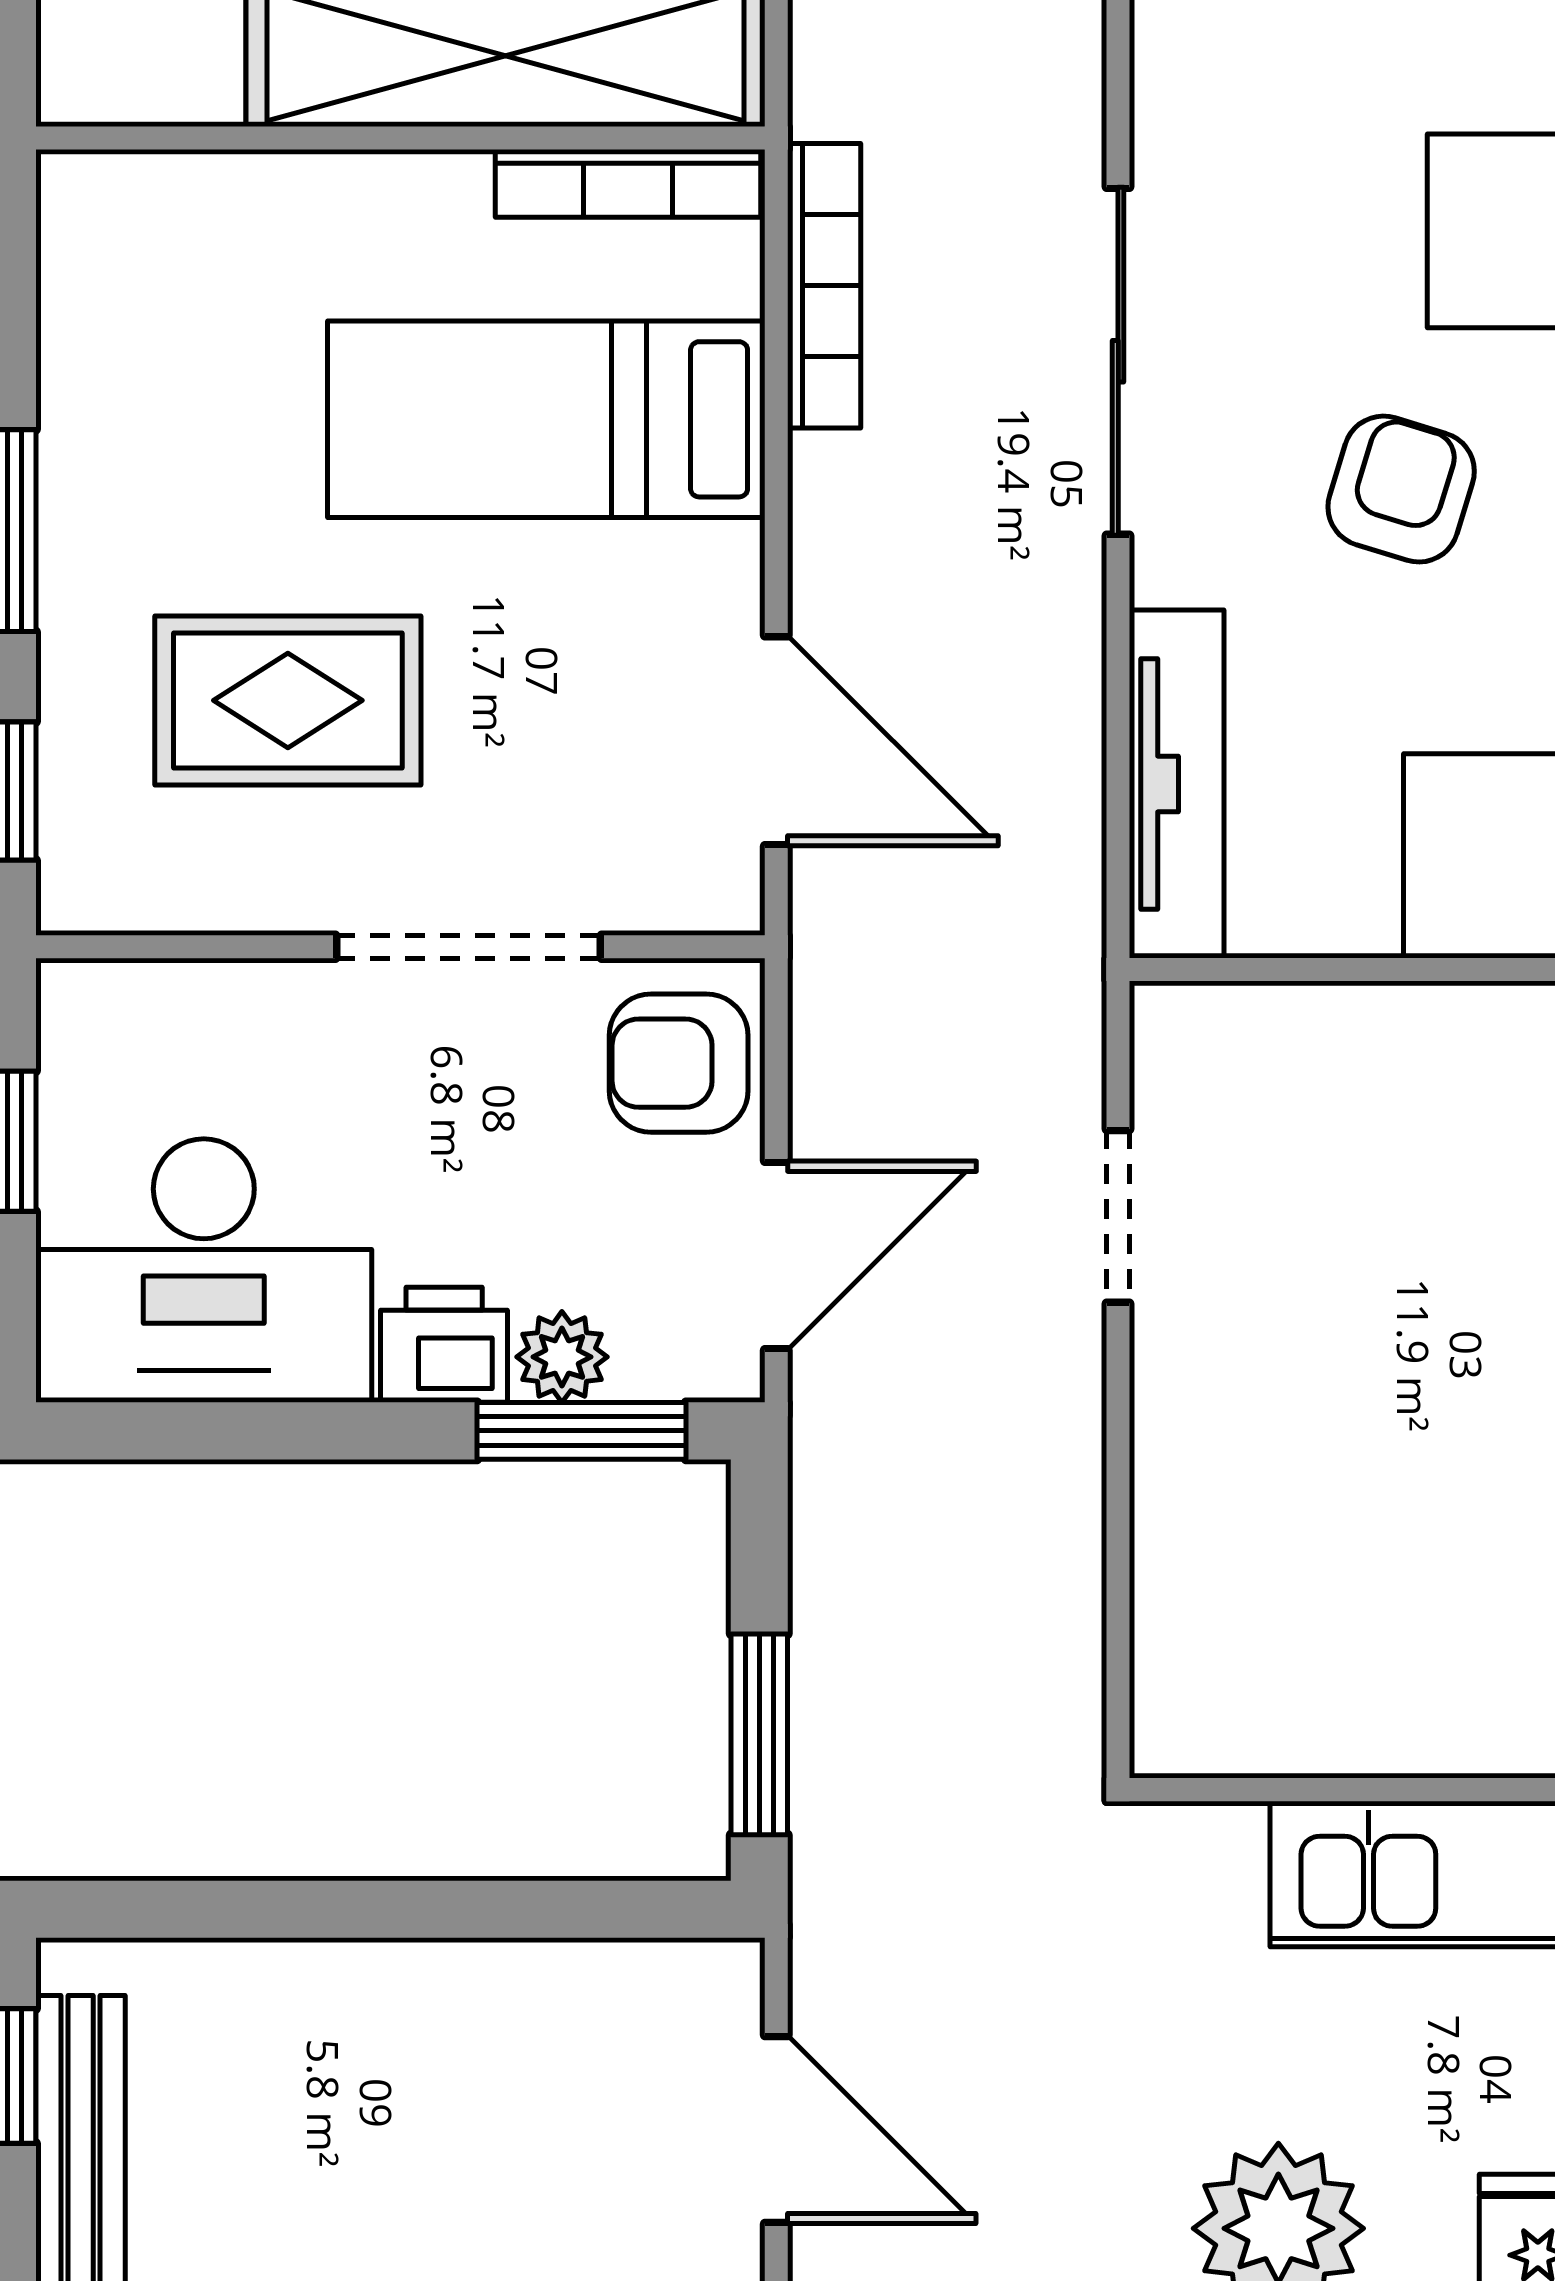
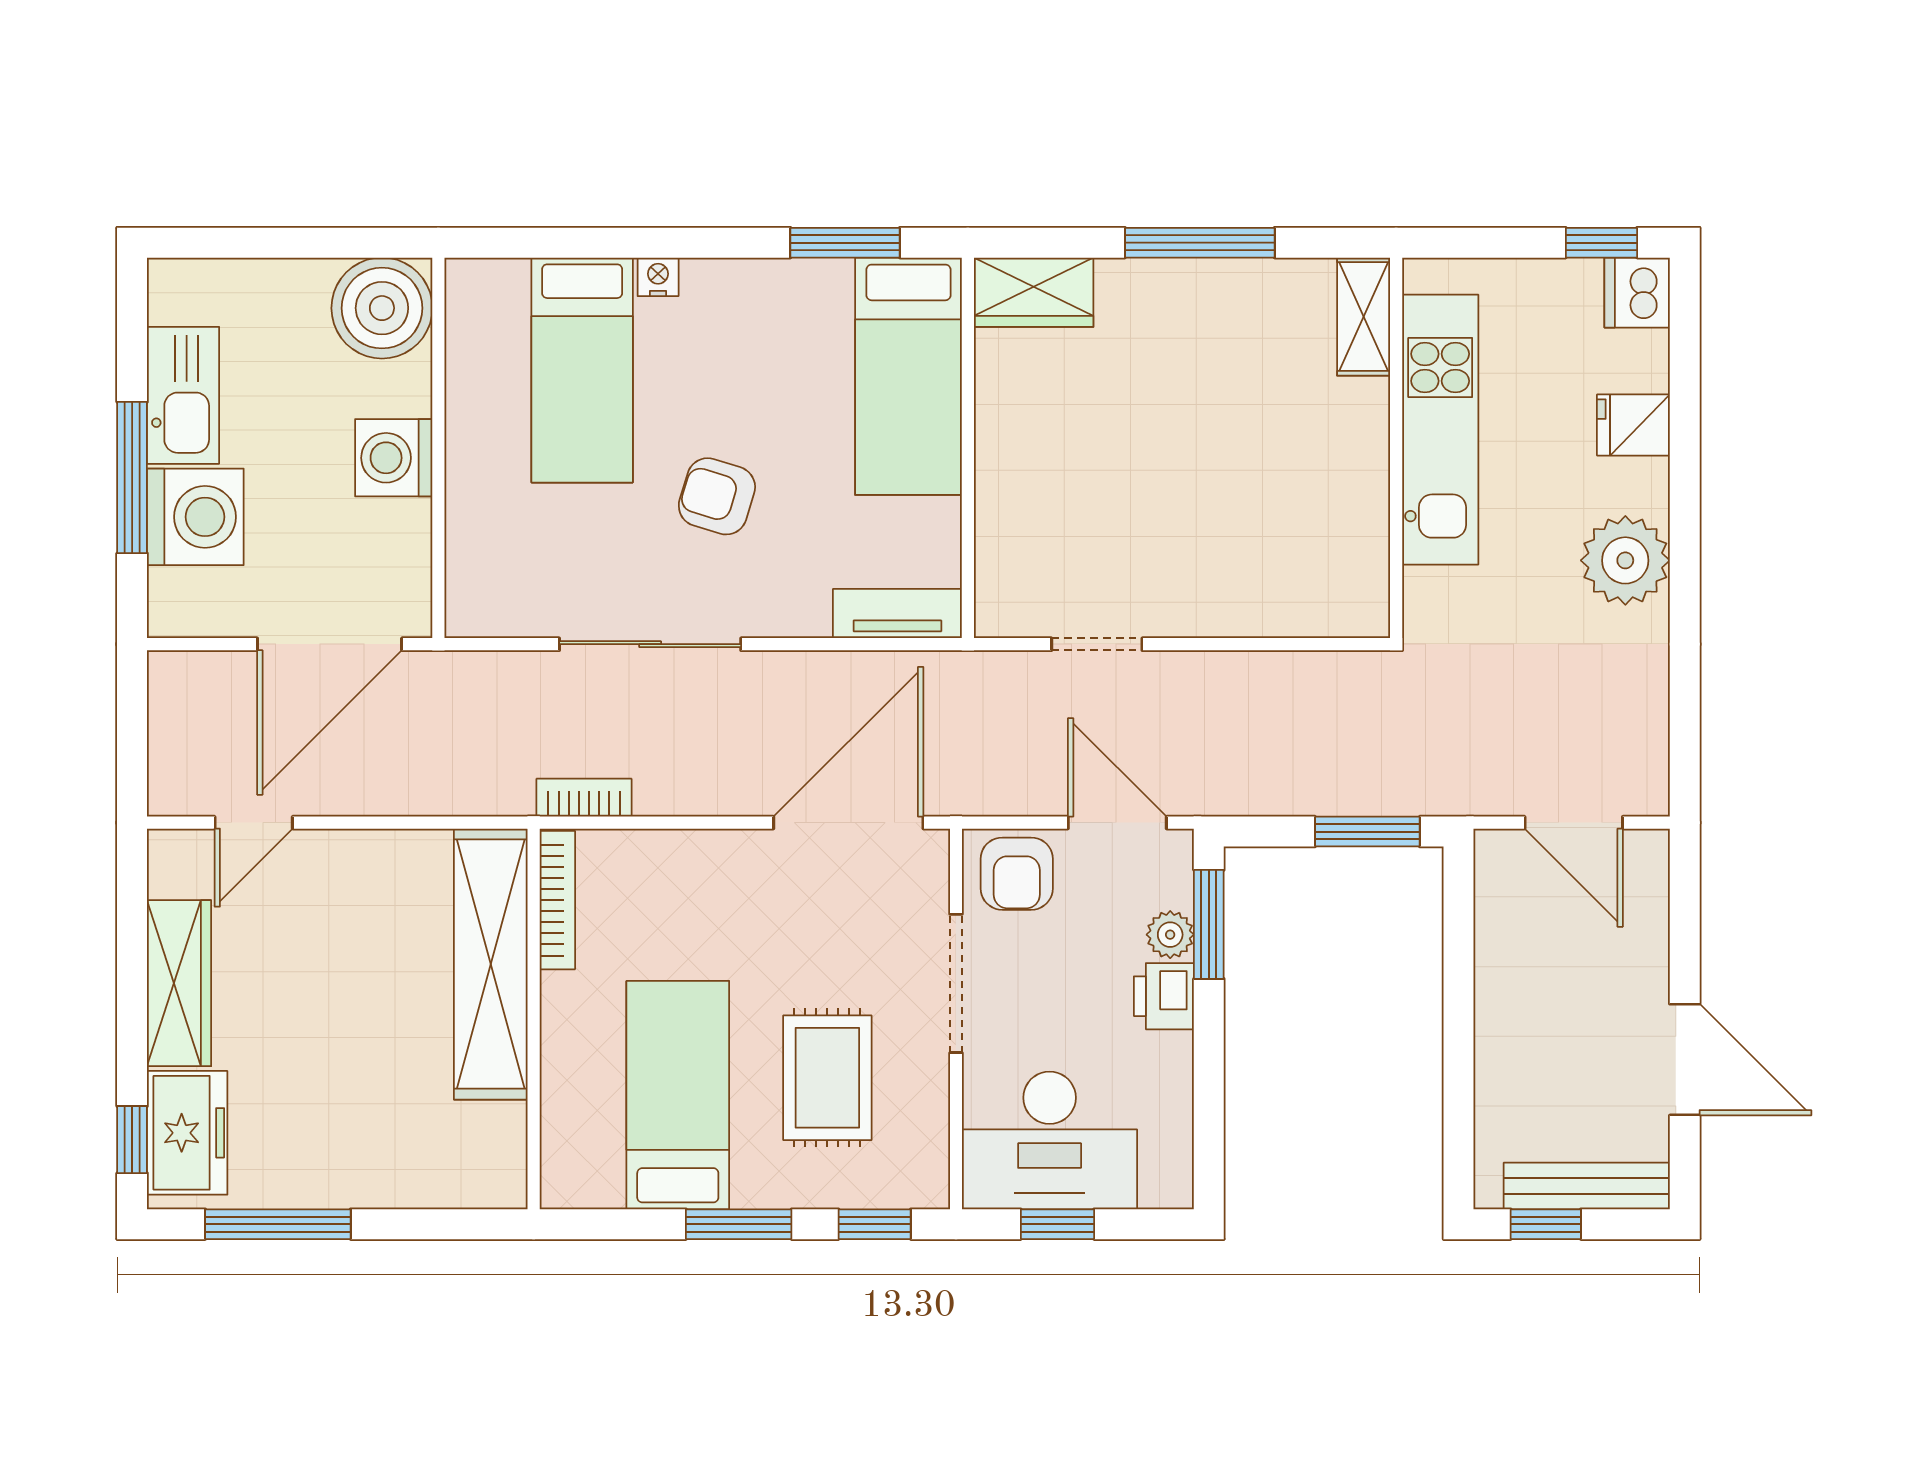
bookcase: (824, 286) -> (584, 798), width x0.64
bed: (546, 419) -> (678, 1095), moved, turned 180
door: (776, 741) -> (848, 823), width x1.36
tv unit: (1177, 784) -> (897, 614), width x0.71
desk: (204, 1271) -> (1050, 1140), moved, turned 90
door: (776, 2129) -> (1574, 823), swing flipped

